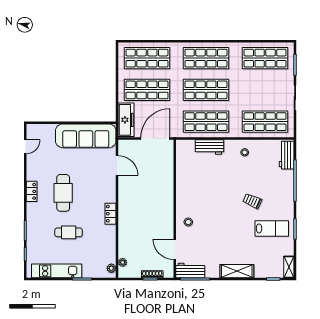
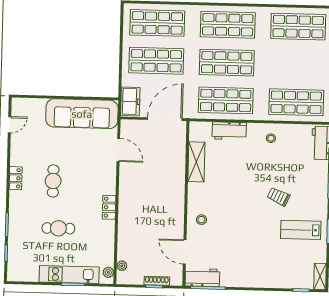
freezer: (126, 120) -> (130, 101), width x0.71
cafe table: (63, 193) -> (53, 181), width x0.73, depth x0.74
lab bench: (272, 228) -> (301, 230), turned 180
kitchen unit: (57, 271) -> (69, 274), moved
shelving: (237, 271) -> (196, 162), moved, turned 90

